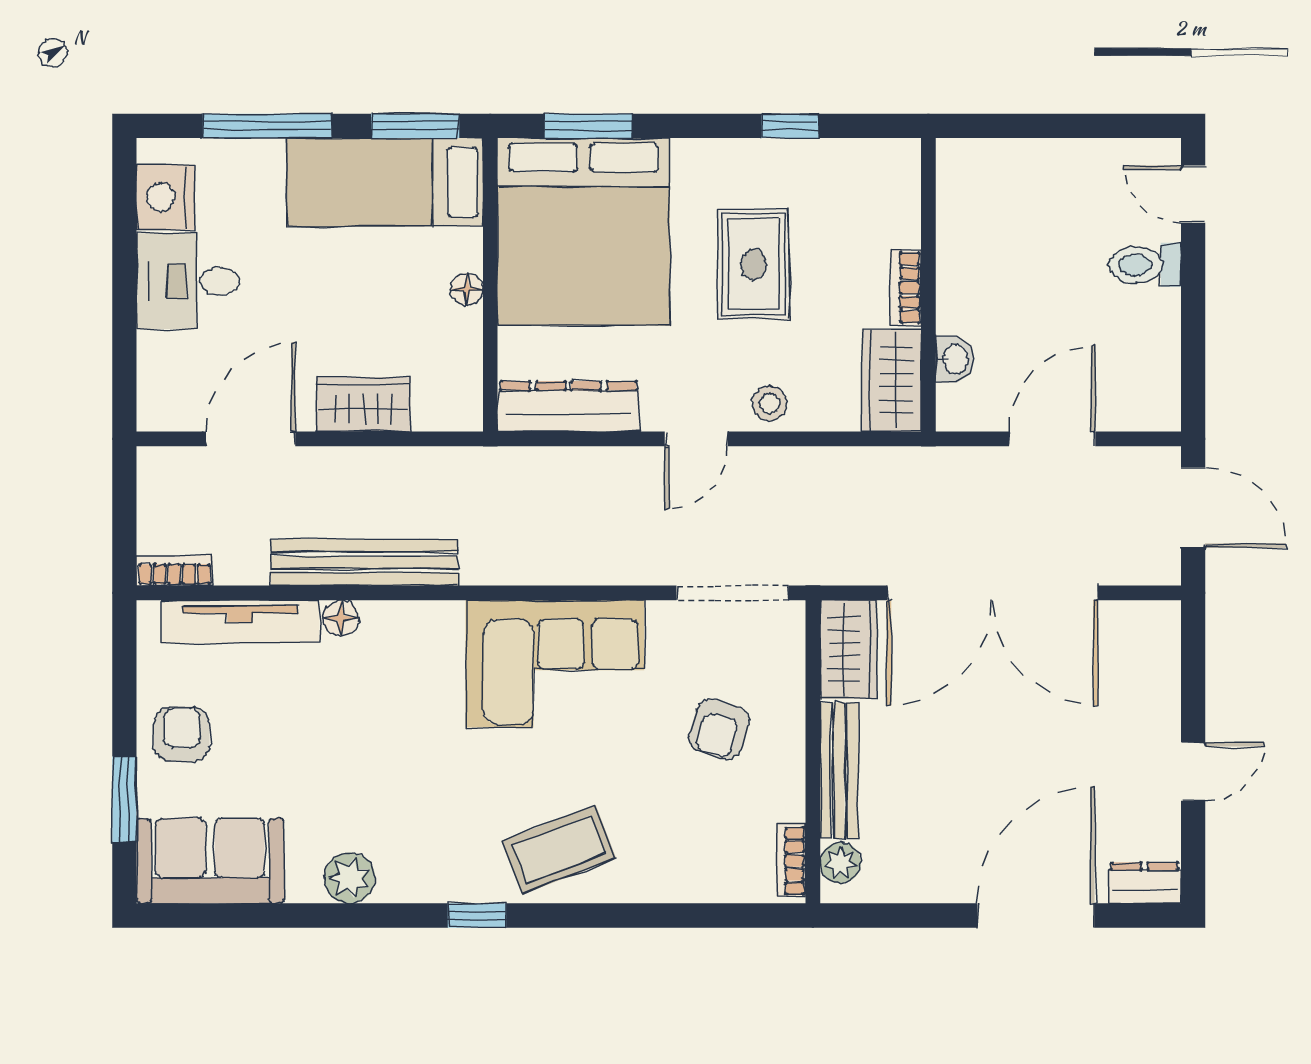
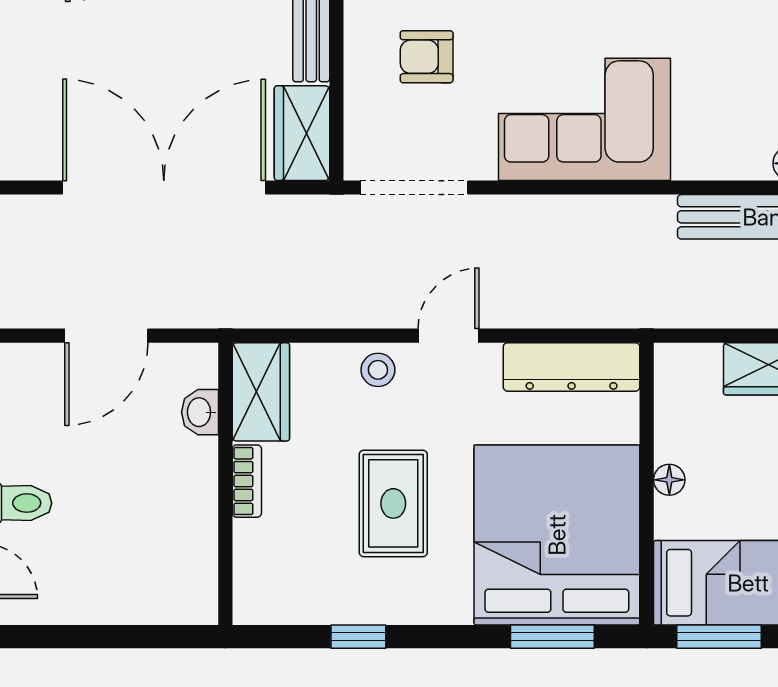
armchair: (719, 729) -> (427, 57), turned -107

